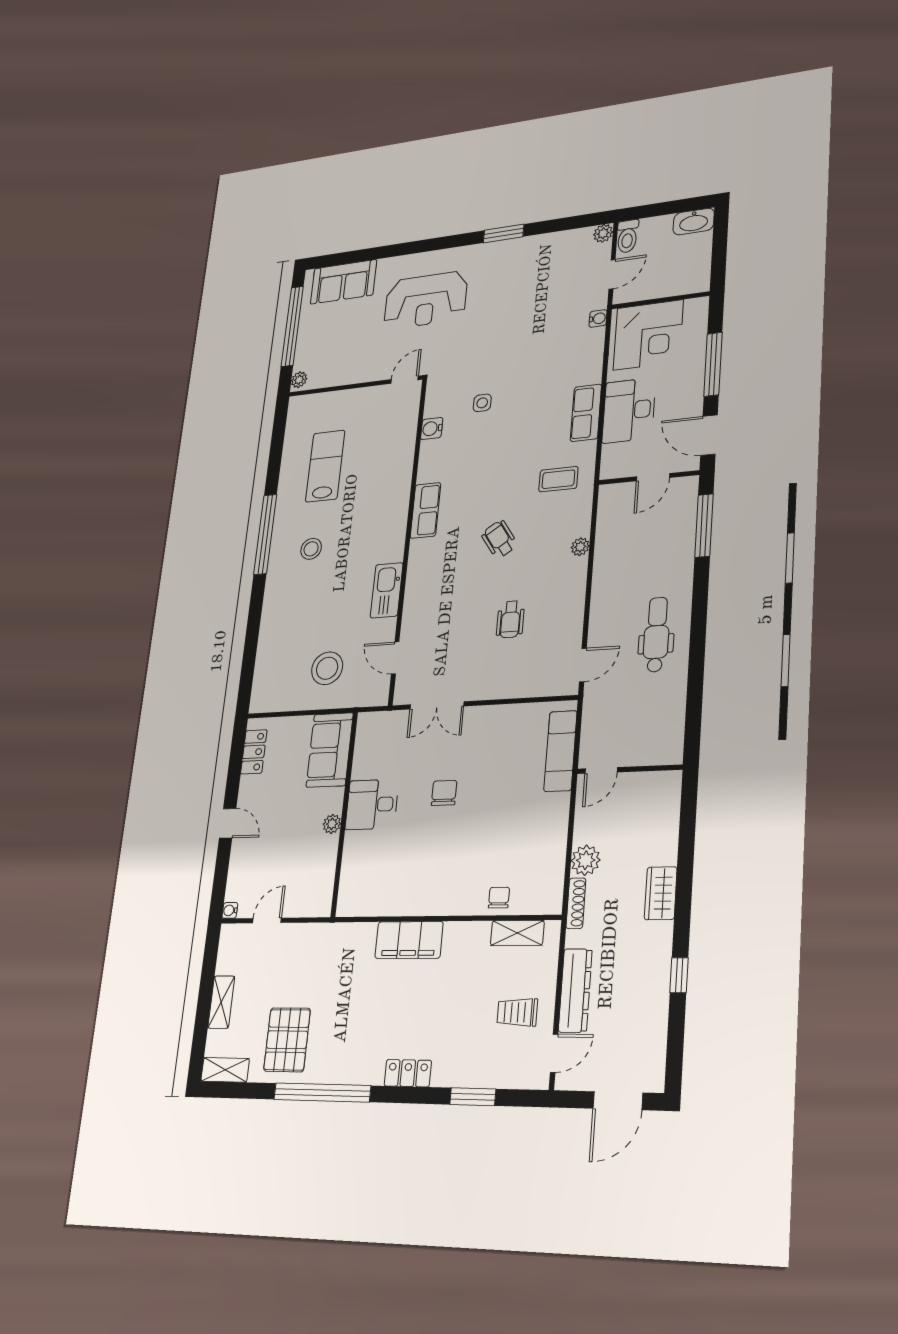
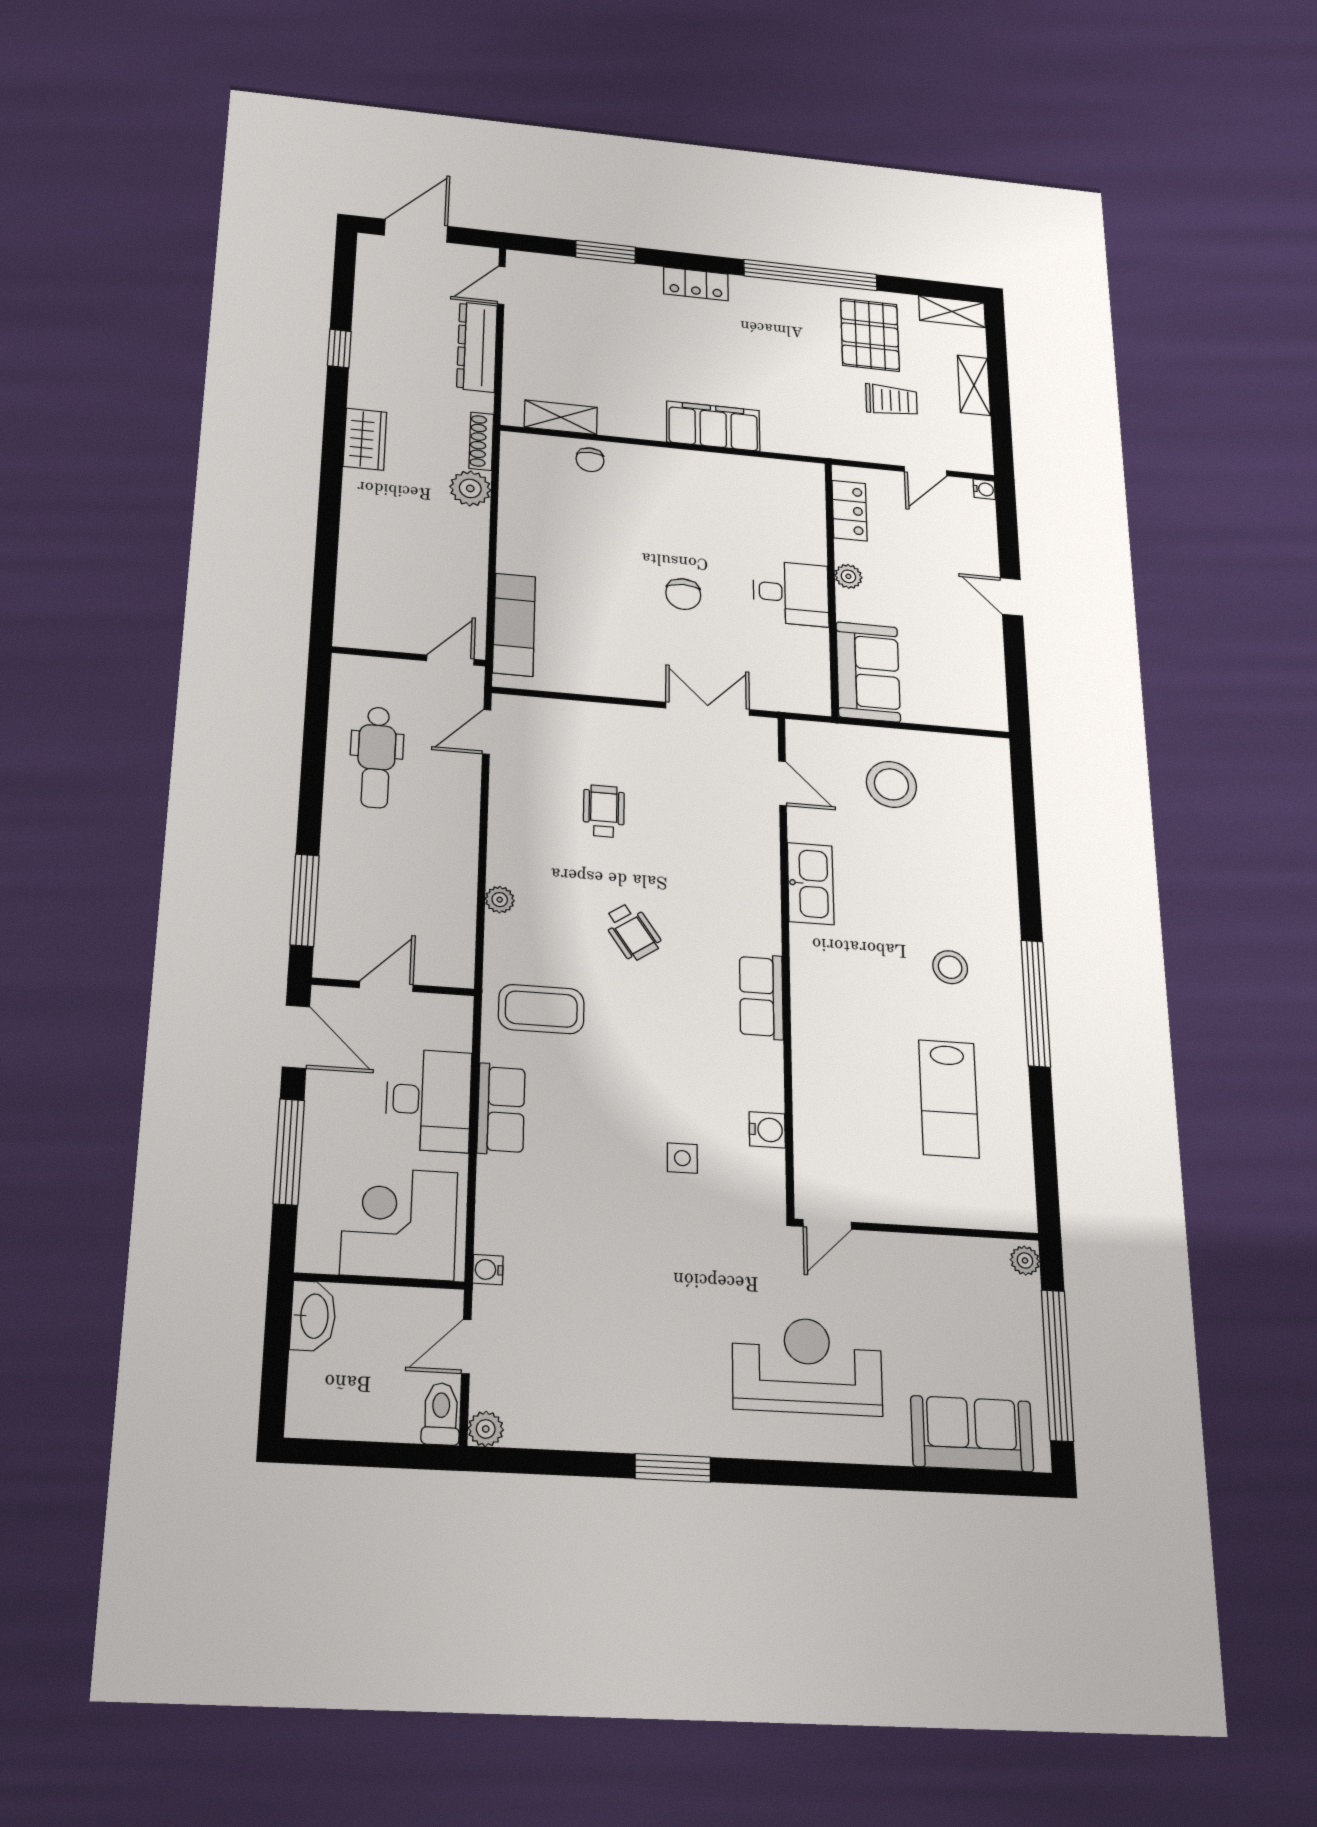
washbasin: (694, 222) -> (313, 1316), moved, turned 90
coffee table: (558, 479) -> (541, 1009), width x1.36, depth x1.30
locker: (254, 752) -> (850, 511), moved, turned 180
wall: (630, 769) -> (409, 656), moved
door: (601, 770) -> (450, 660), moved
trolley: (517, 1012) -> (891, 400), moved

